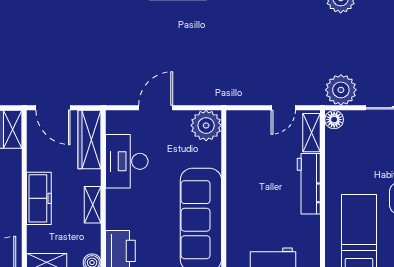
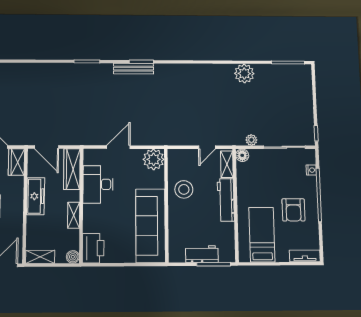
plant: (341, 90) -> (251, 140), width x0.53, depth x0.53
stool: (249, 169) -> (184, 189), added
freezer: (39, 198) -> (36, 196), moved

